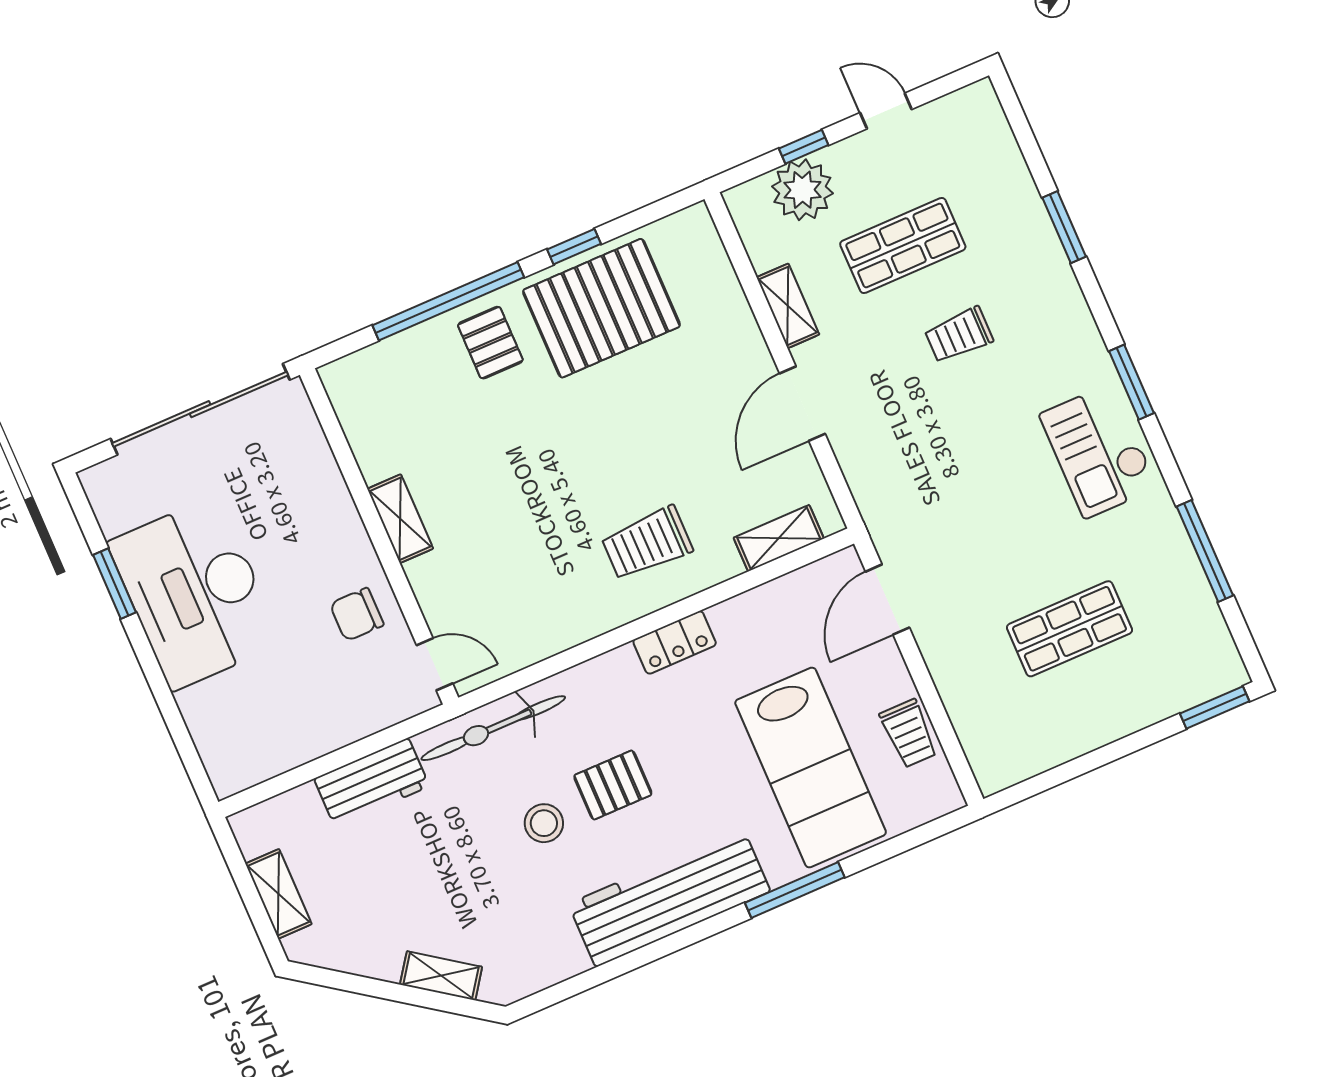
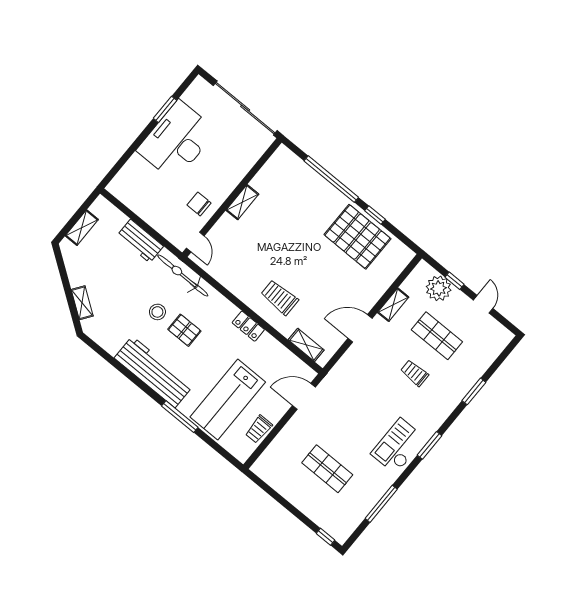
pallet: (490, 343) -> (324, 202), removed
window: (1215, 707) -> (326, 537), width x0.67

